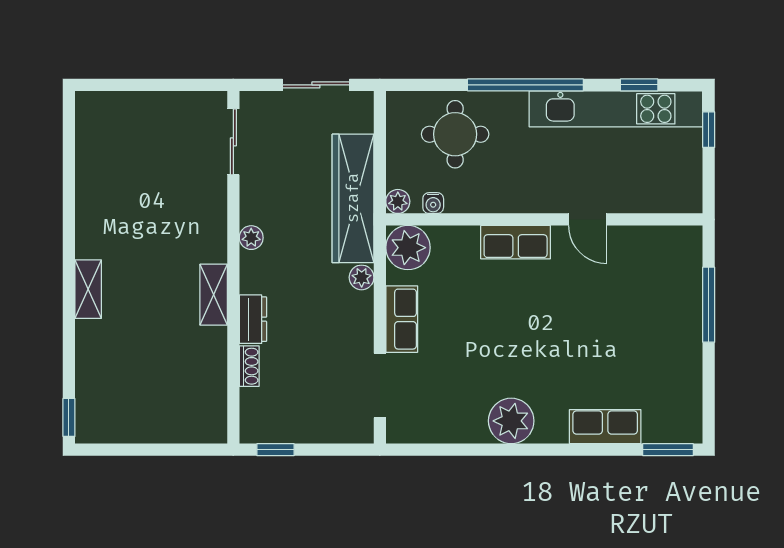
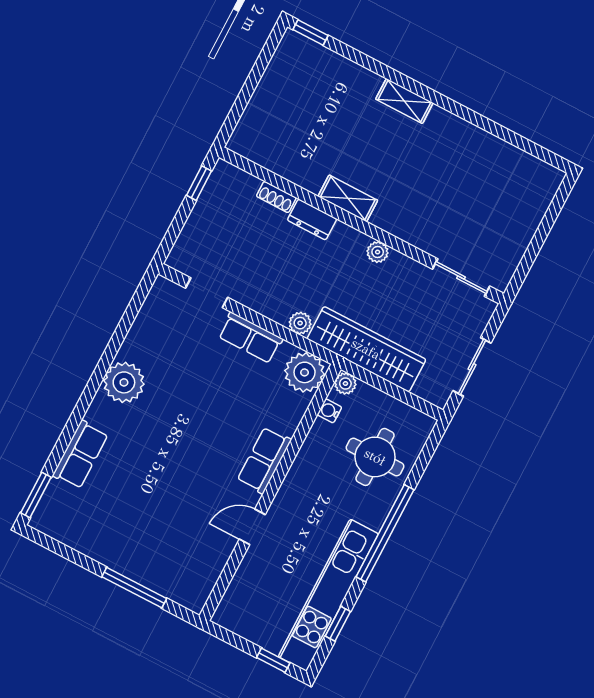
doorway: (380, 386) -> (207, 293), width x0.73

